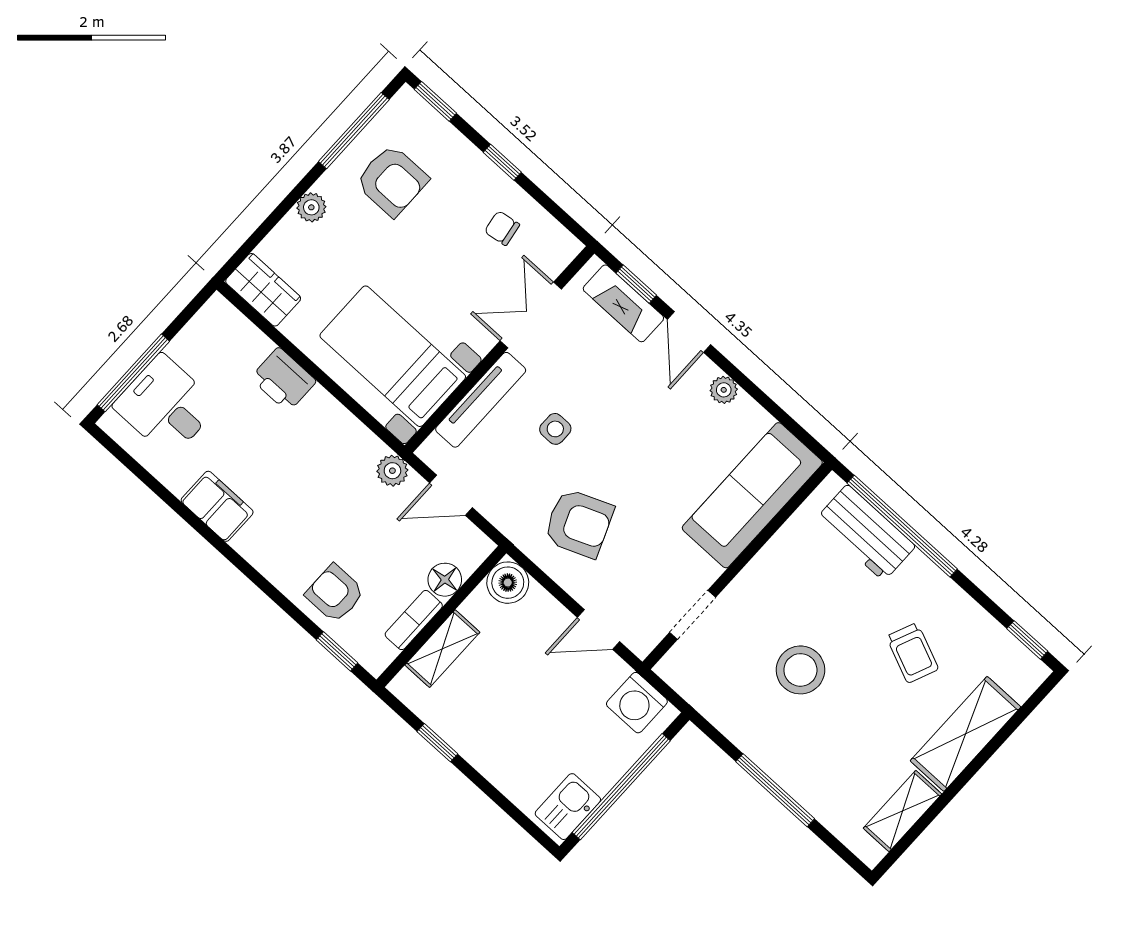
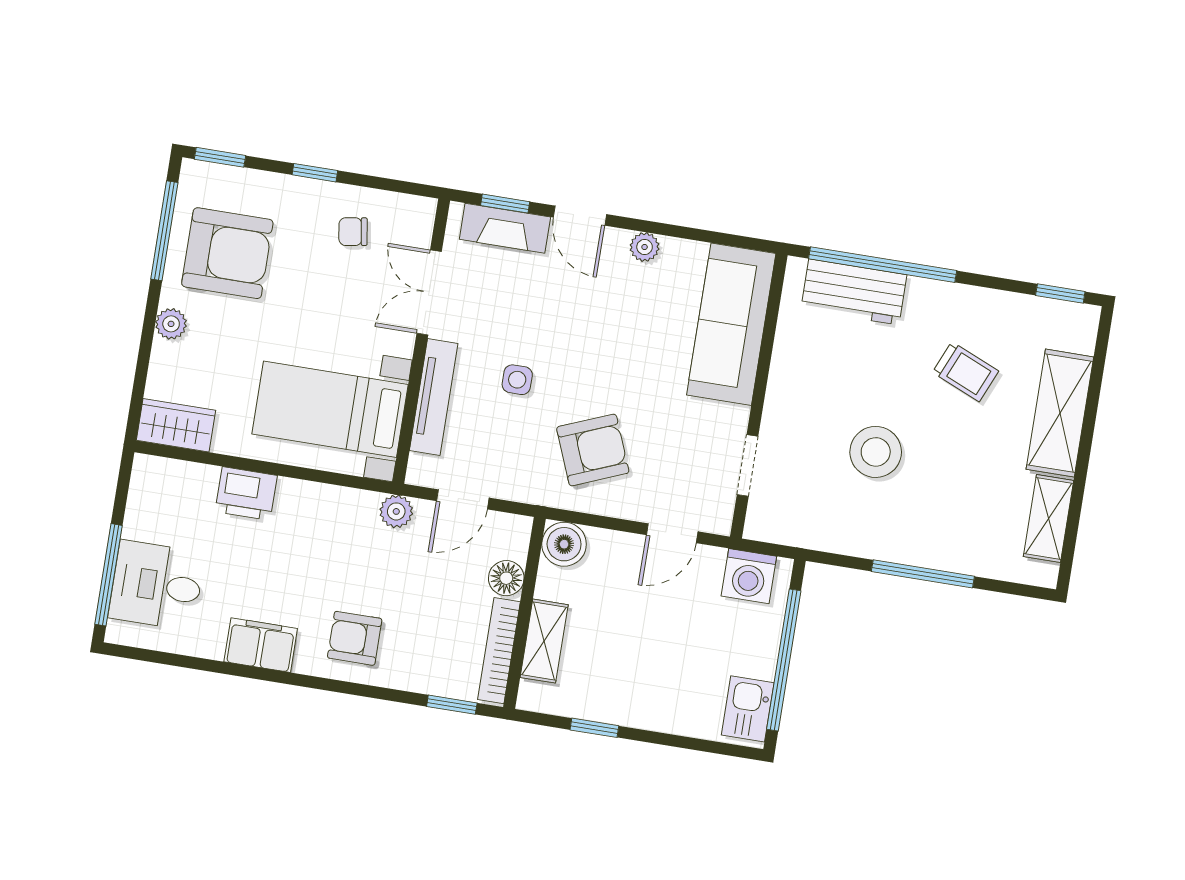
armchair: (392, 181) -> (227, 253), width x1.36, depth x1.36
armchair: (335, 593) -> (355, 638), moved
bookcase: (414, 620) -> (499, 651), width x1.56

